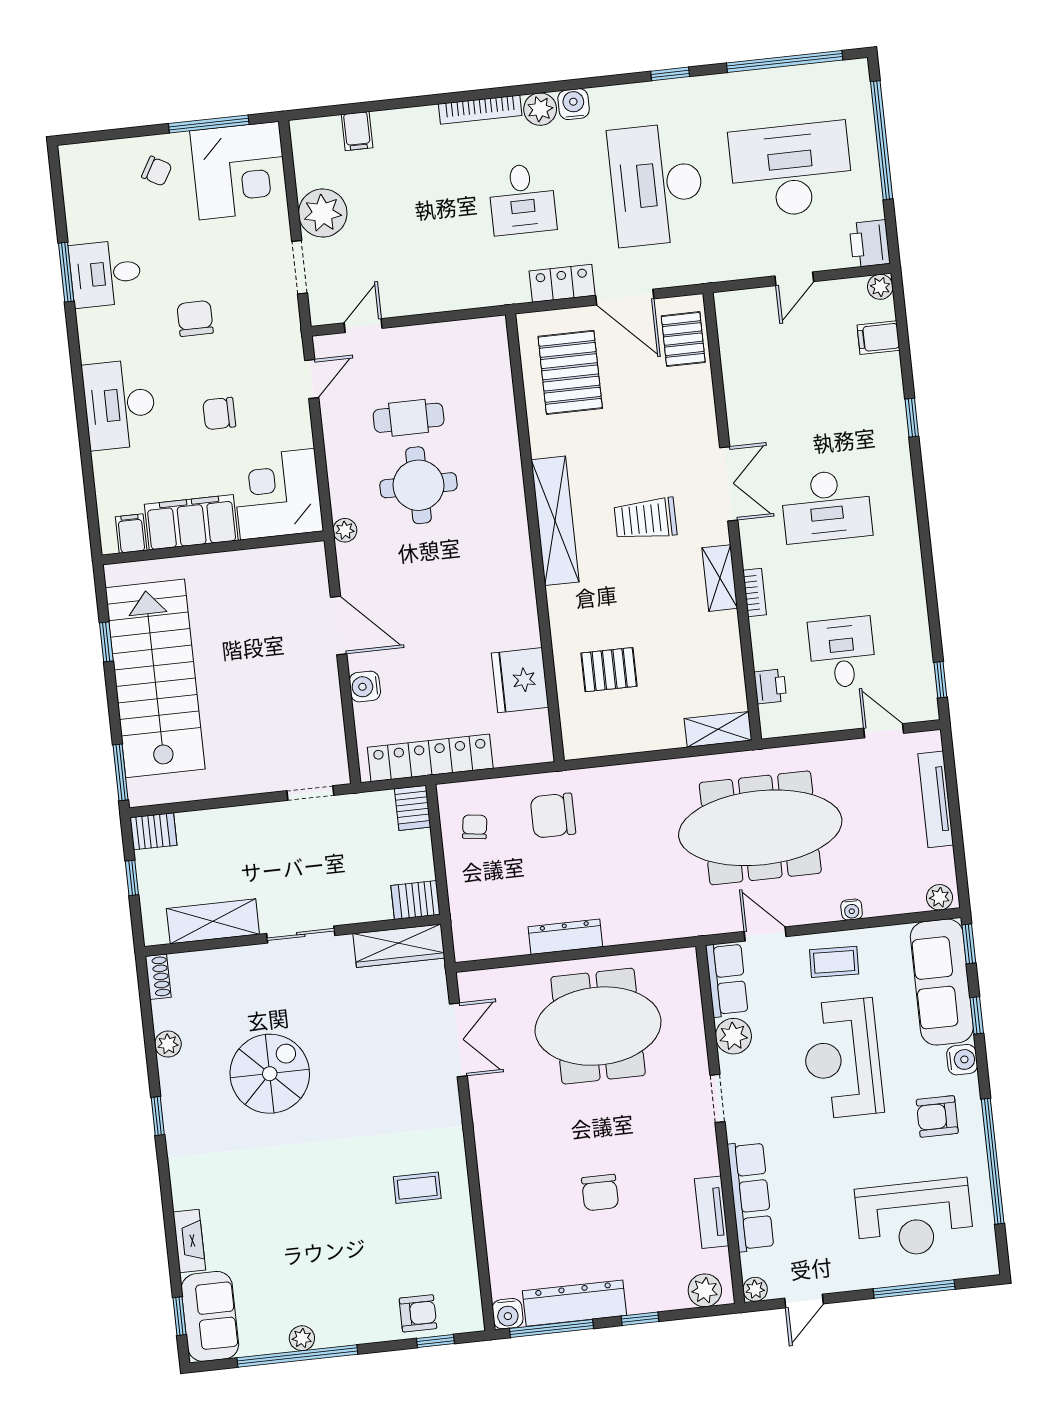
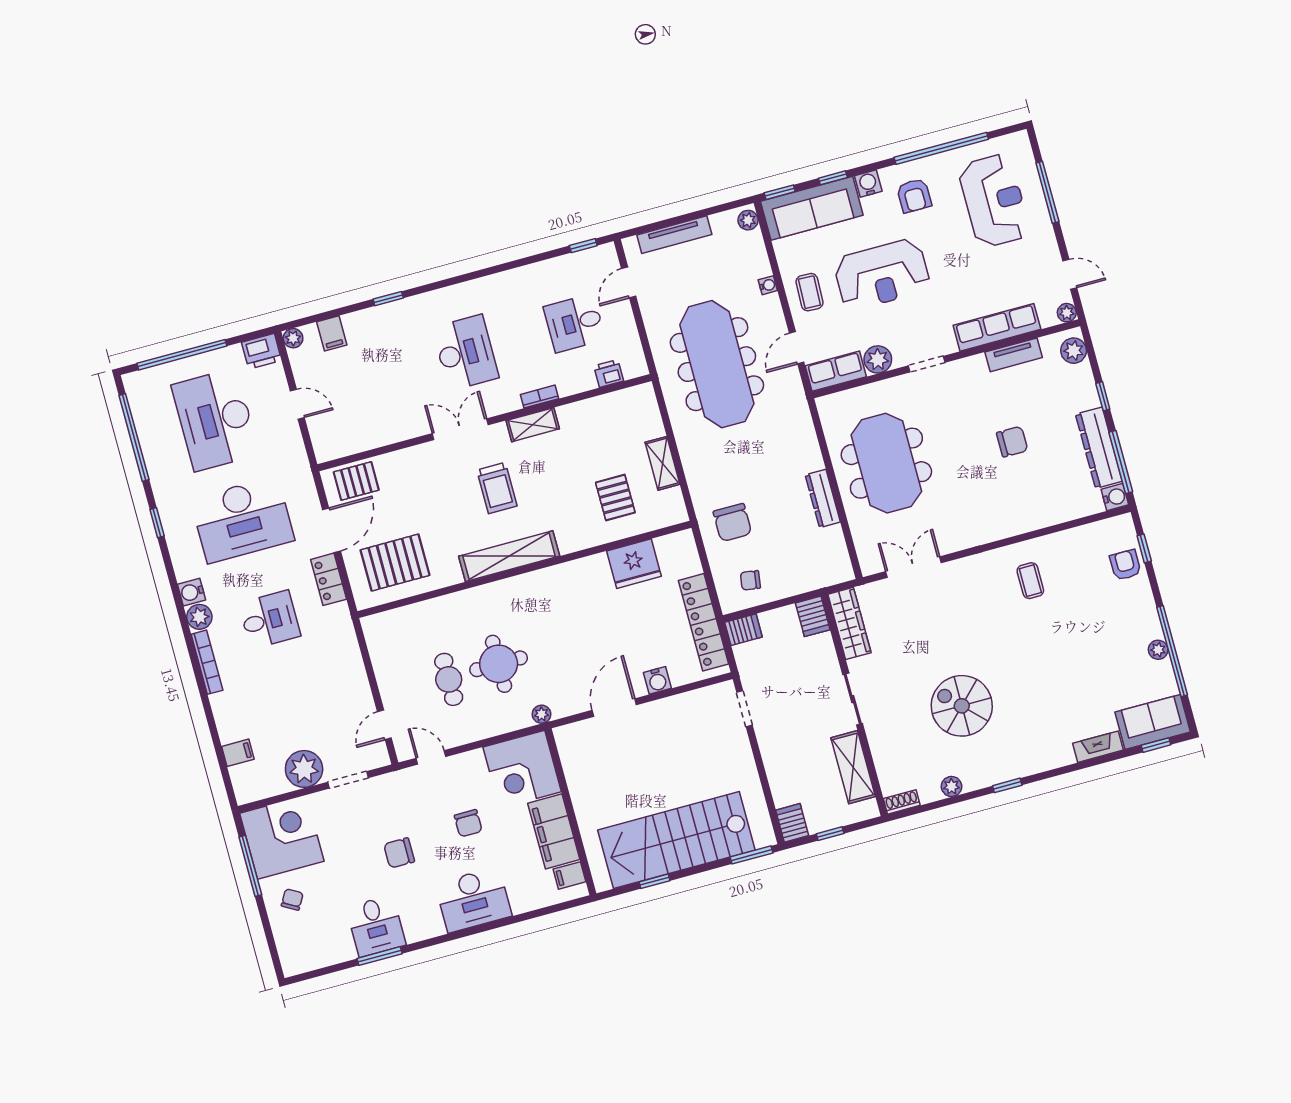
door: (363, 326) -> (384, 725), hinge flipped
shelving: (718, 729) -> (662, 463), moved

